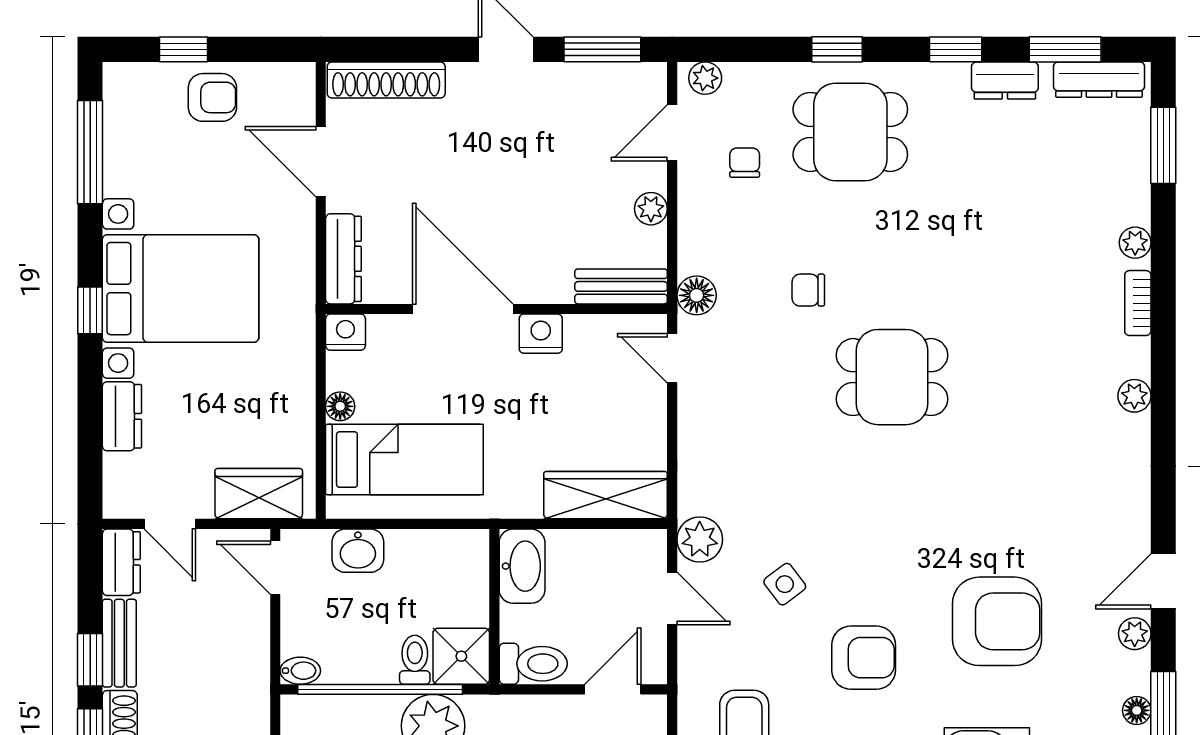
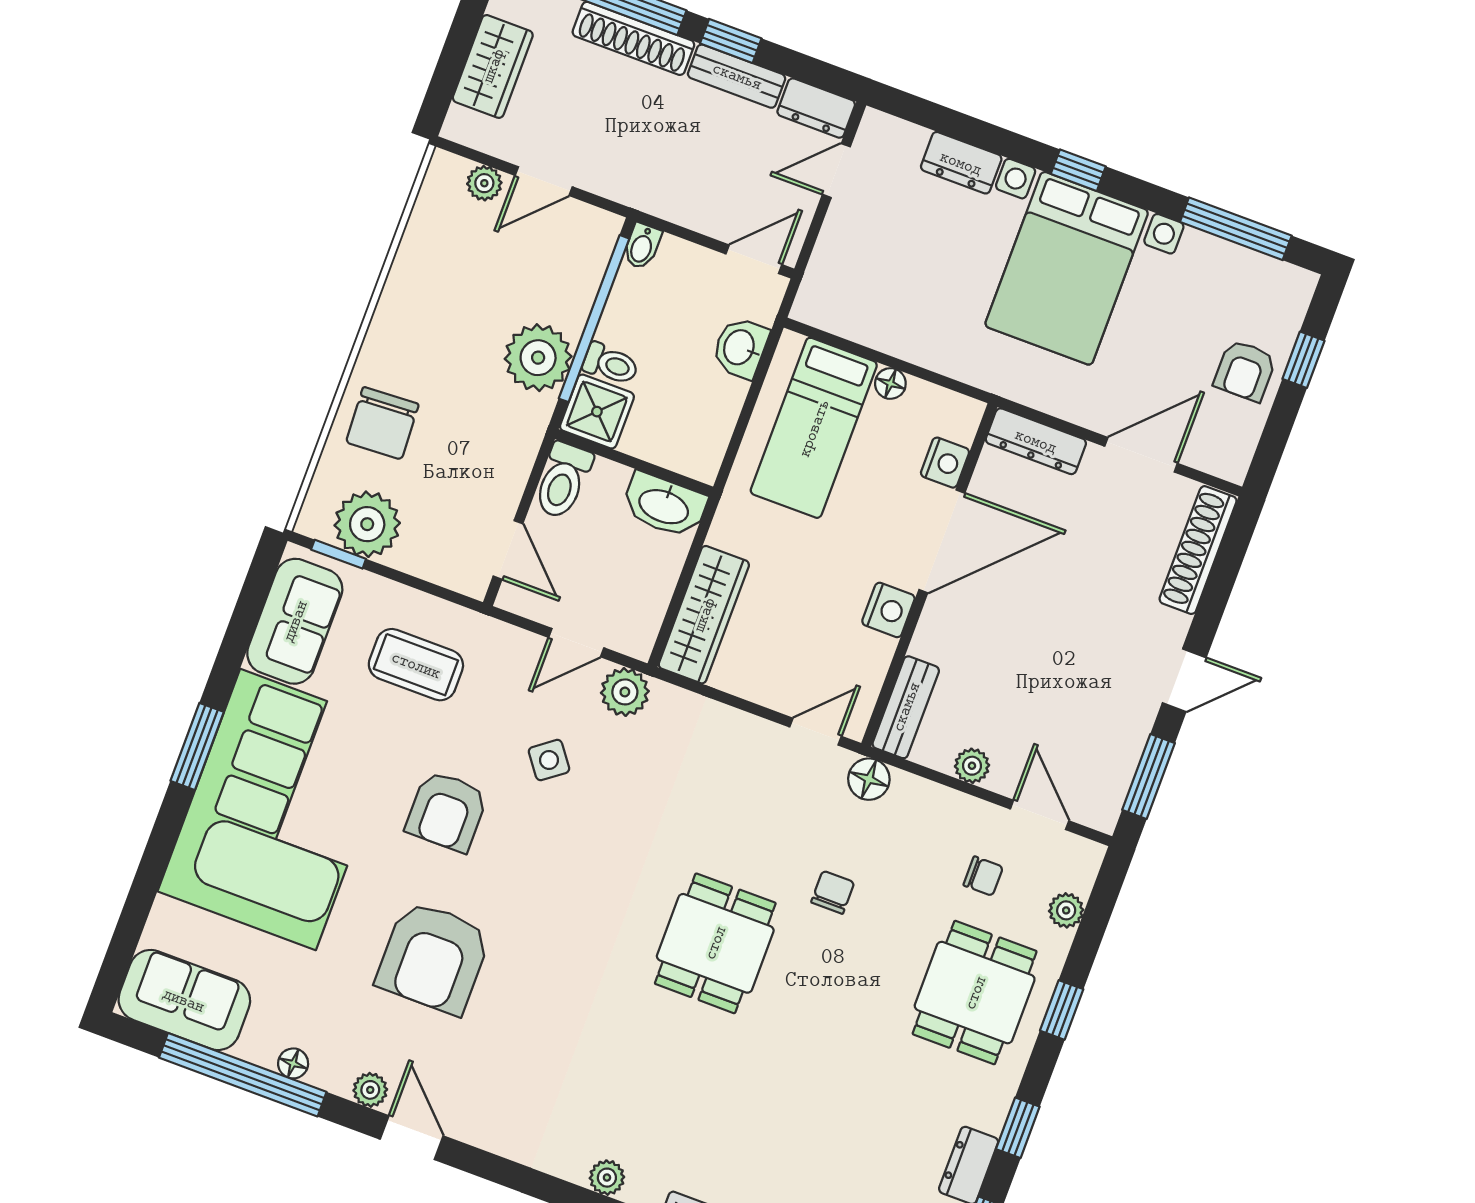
plant: (705, 78) -> (1066, 910), moved
nightstand: (345, 332) -> (945, 463), moved
wardrobe: (259, 494) -> (834, 270), removed

